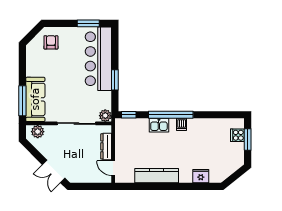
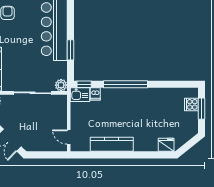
dishwasher: (182, 124) -> (95, 94), moved
kitchen sink: (159, 125) -> (80, 95), moved
dresser: (106, 146) -> (62, 116), removed
fridge: (201, 176) -> (166, 145), moved

